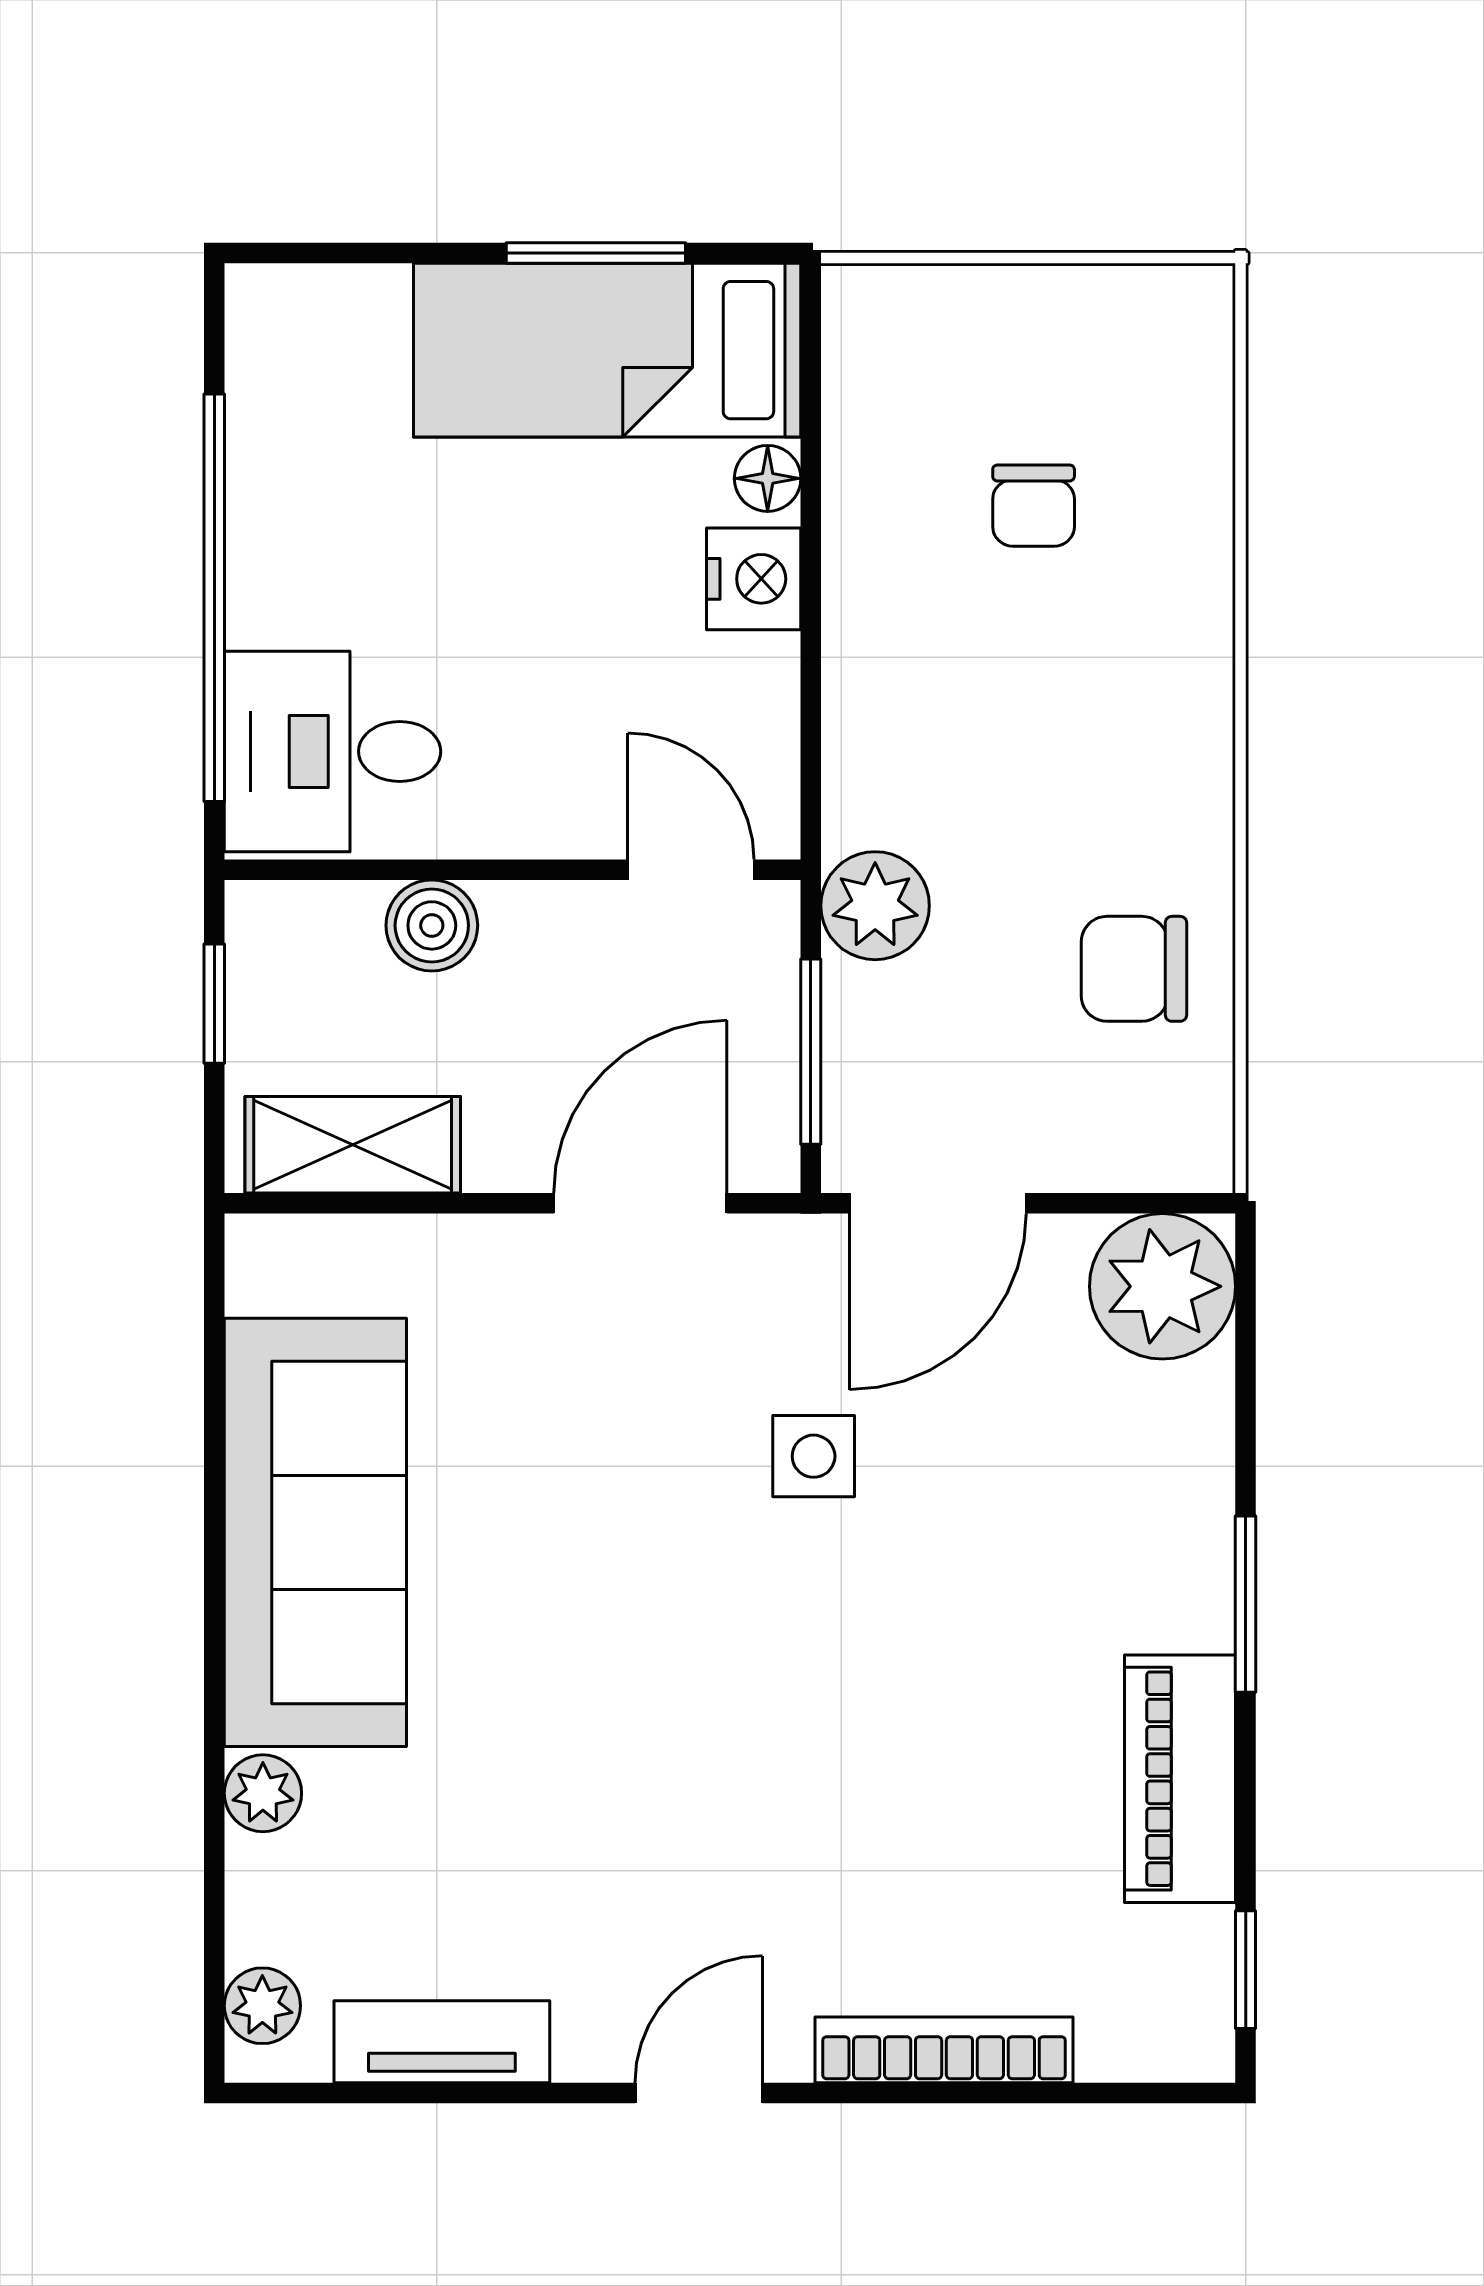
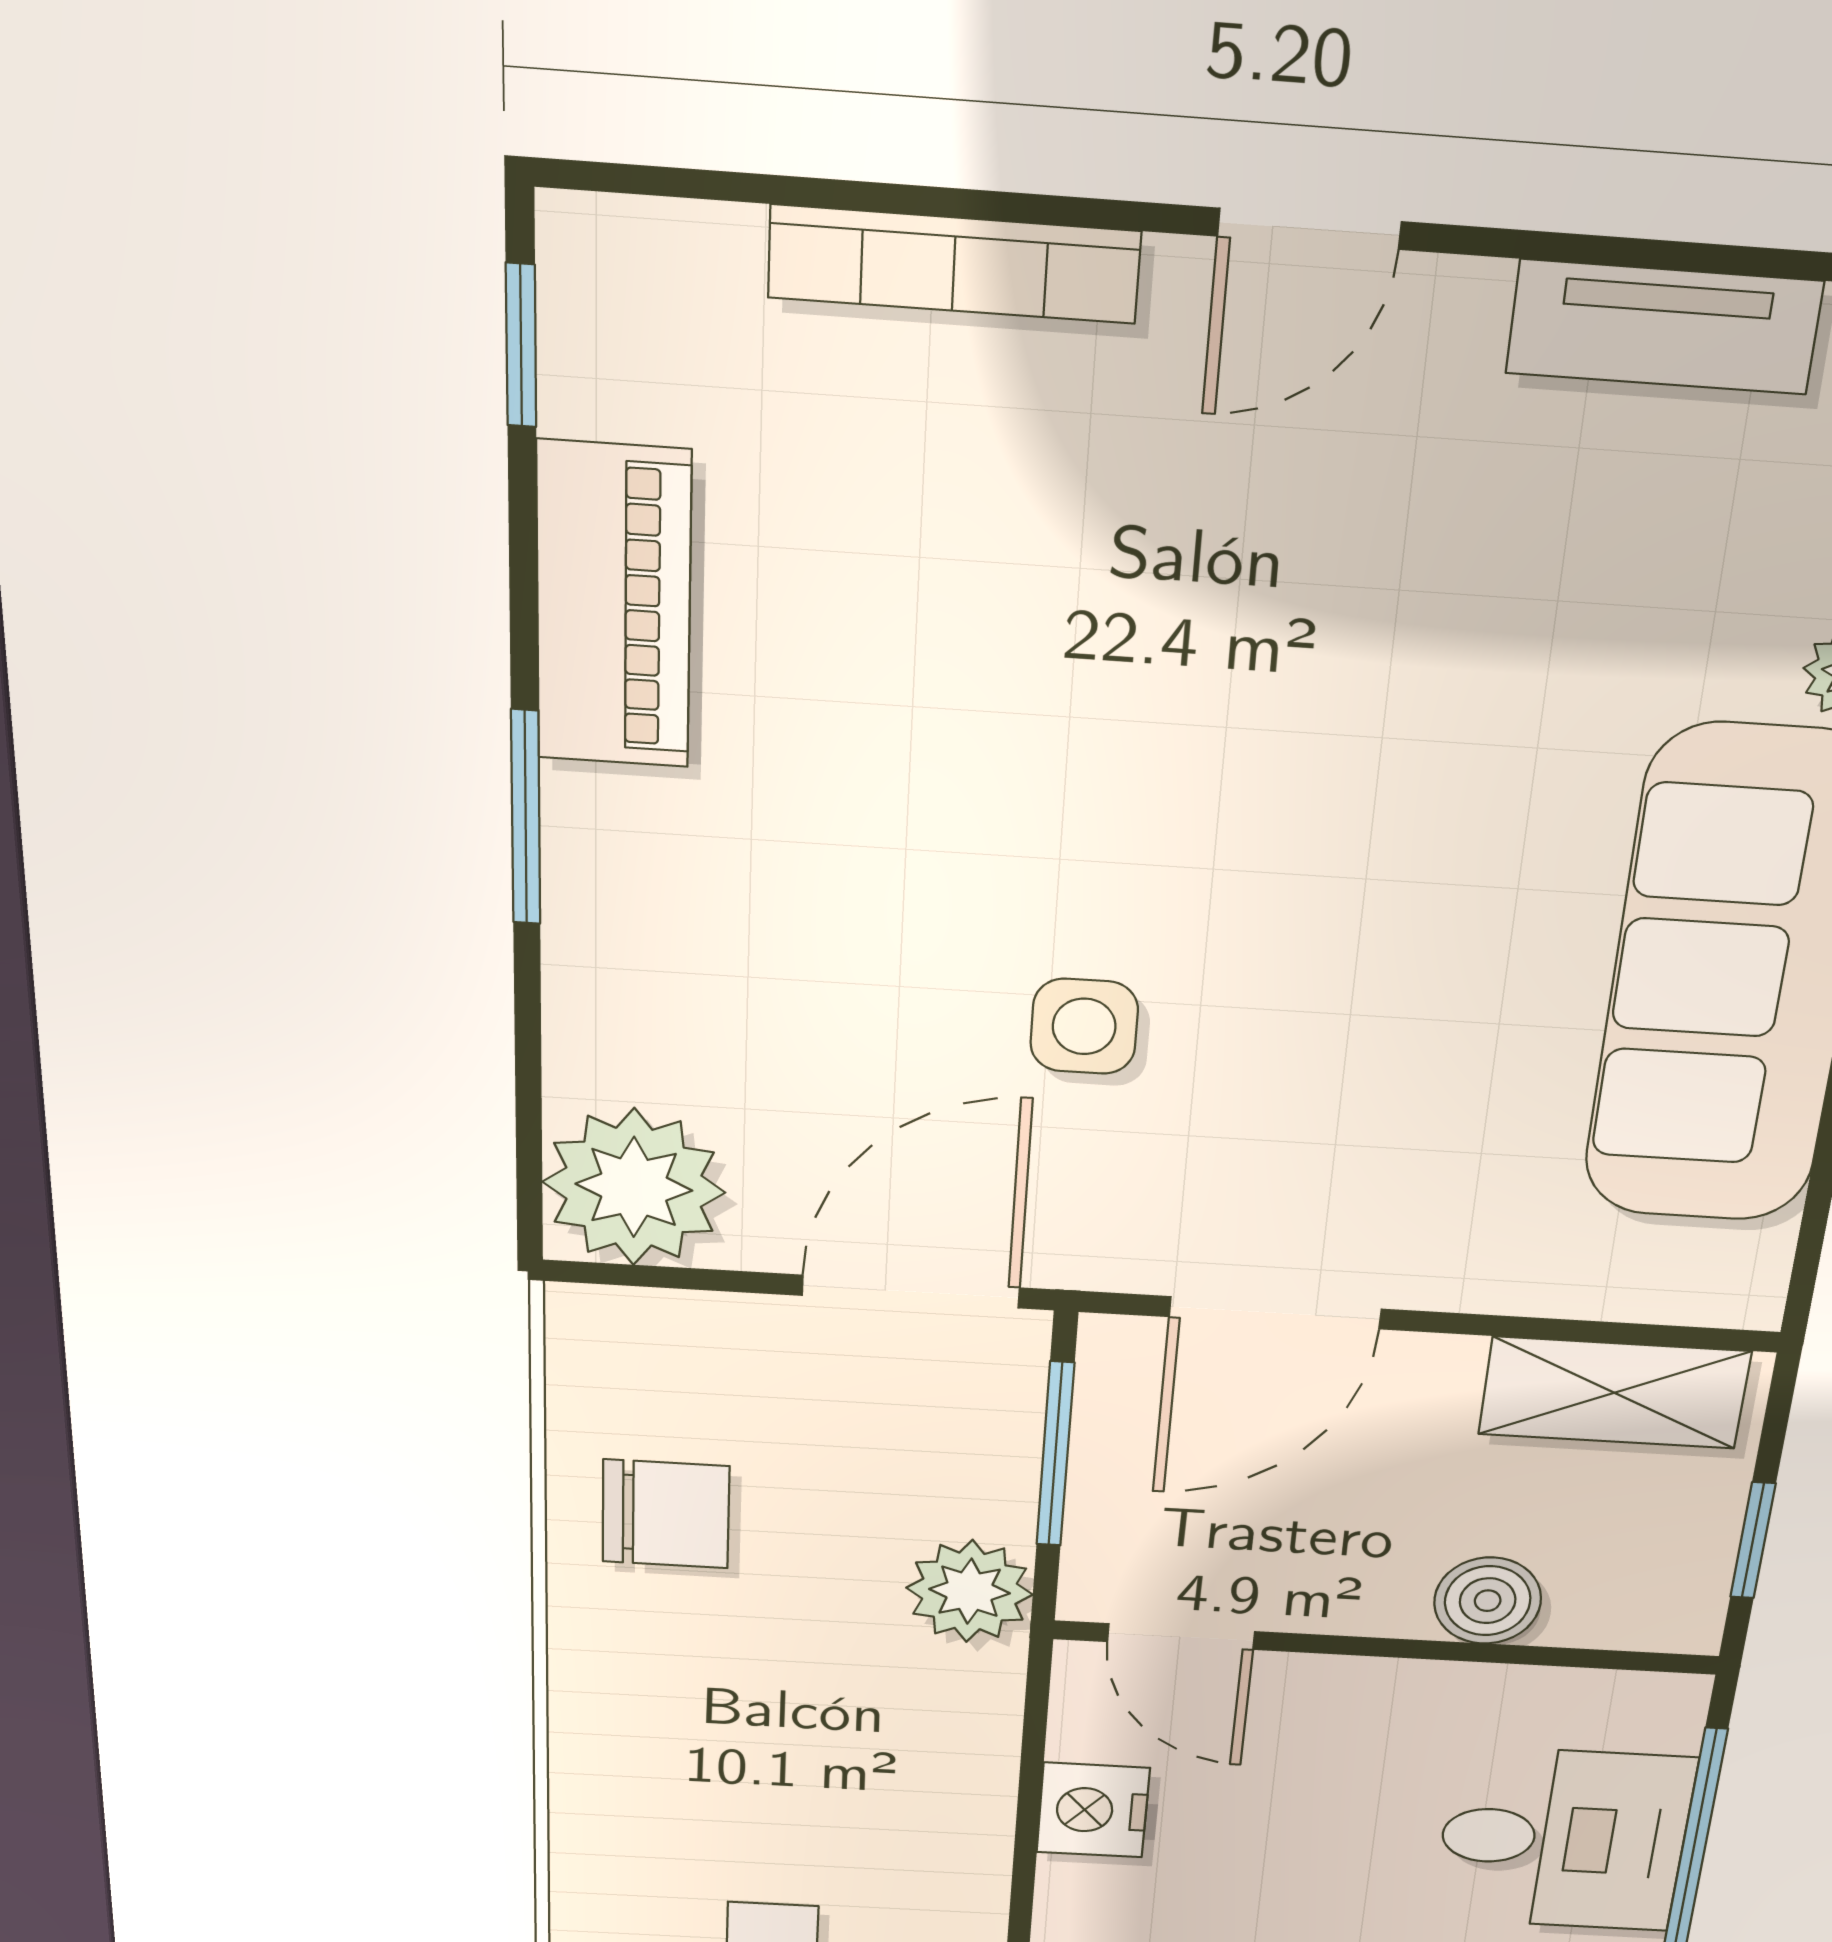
nightstand: (754, 579) -> (1093, 1810), moved
desk: (333, 751) -> (1563, 1839), moved

